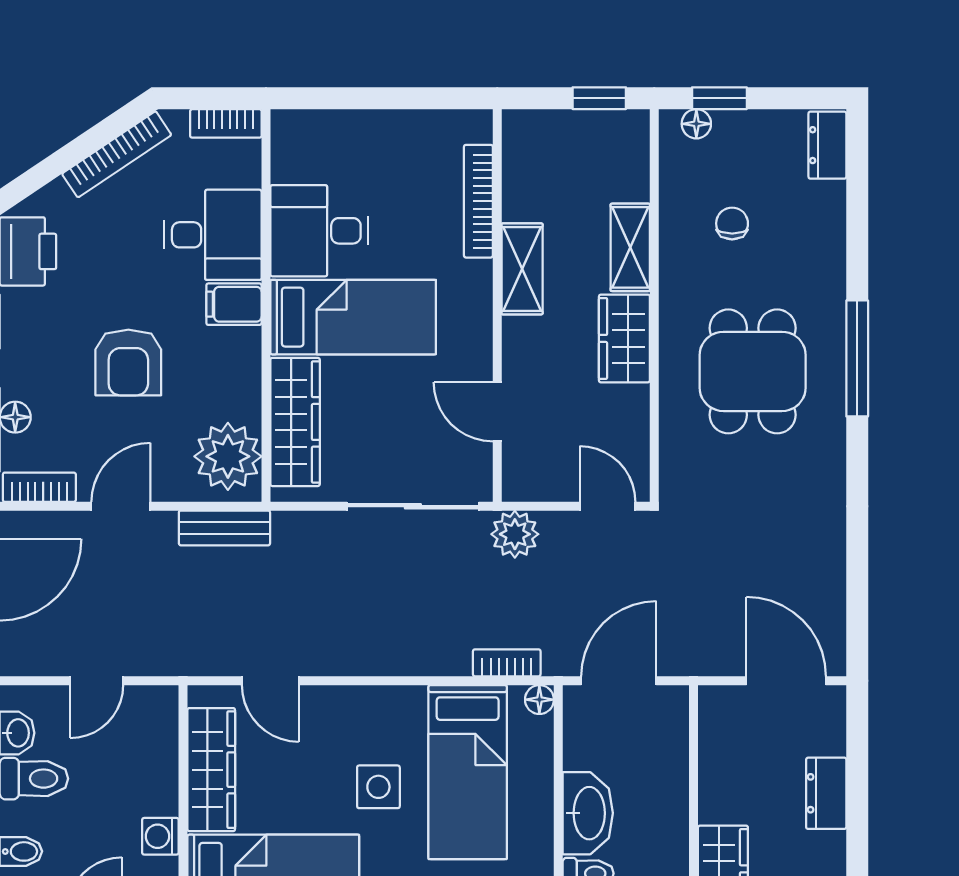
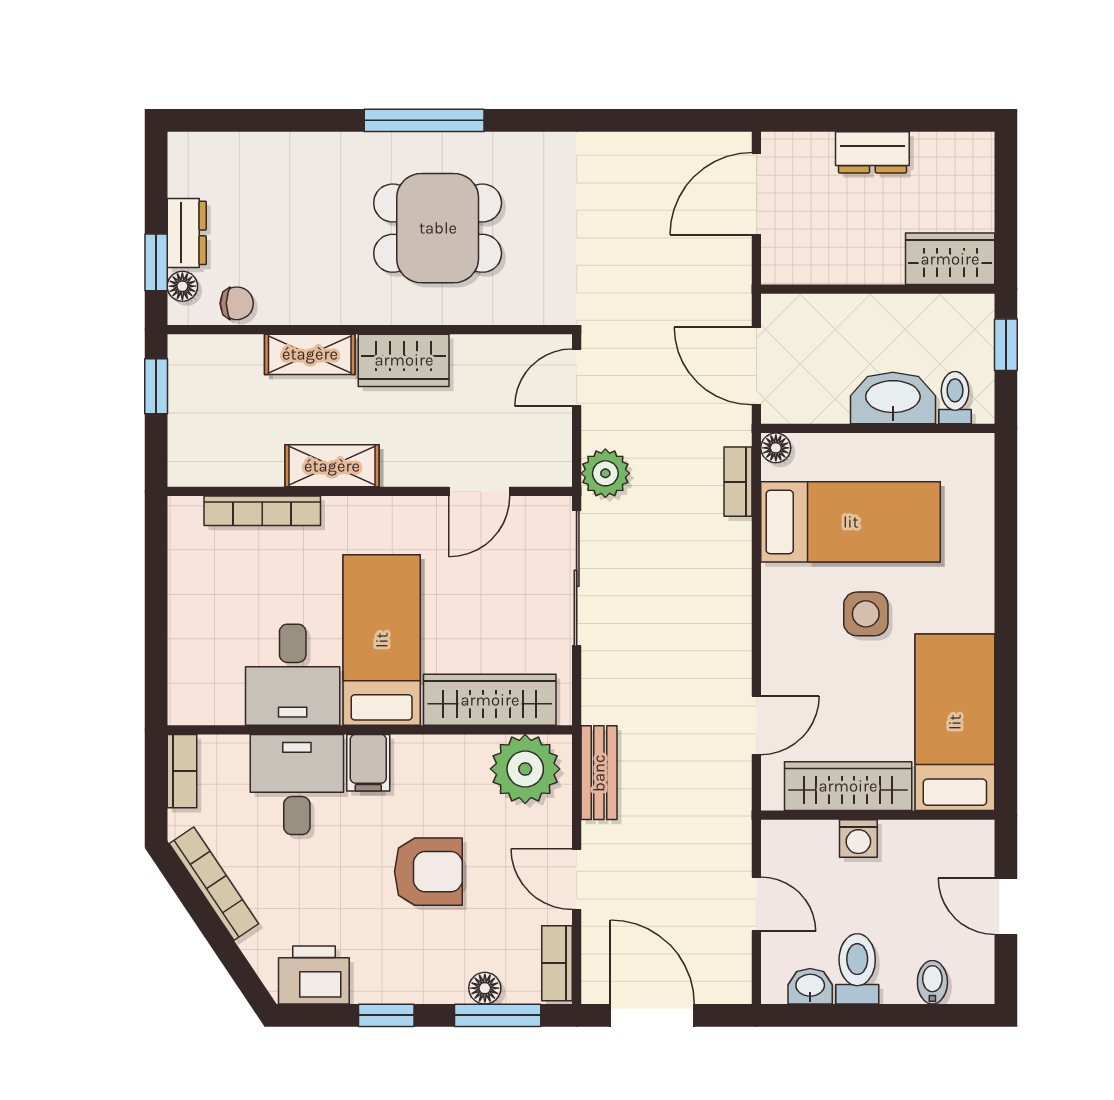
dresser: (827, 145) -> (187, 233), moved, turned -90
chair: (732, 223) -> (237, 303), moved, turned 180
washing machine: (160, 836) -> (858, 839), moved

